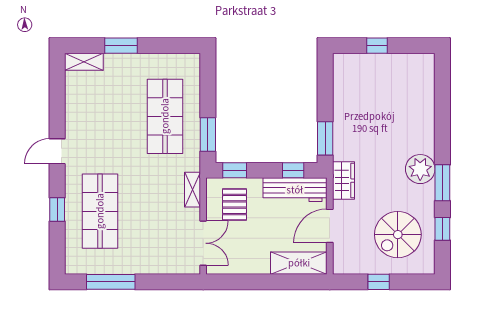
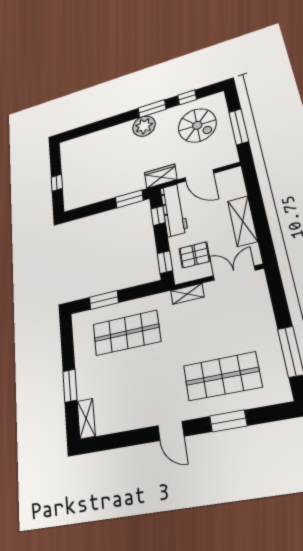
window: (208, 134) -> (104, 300), moved
window: (57, 209) -> (228, 421), width x1.50
shelving: (299, 263) -> (243, 221), moved
window: (379, 282) -> (239, 127), width x2.17

